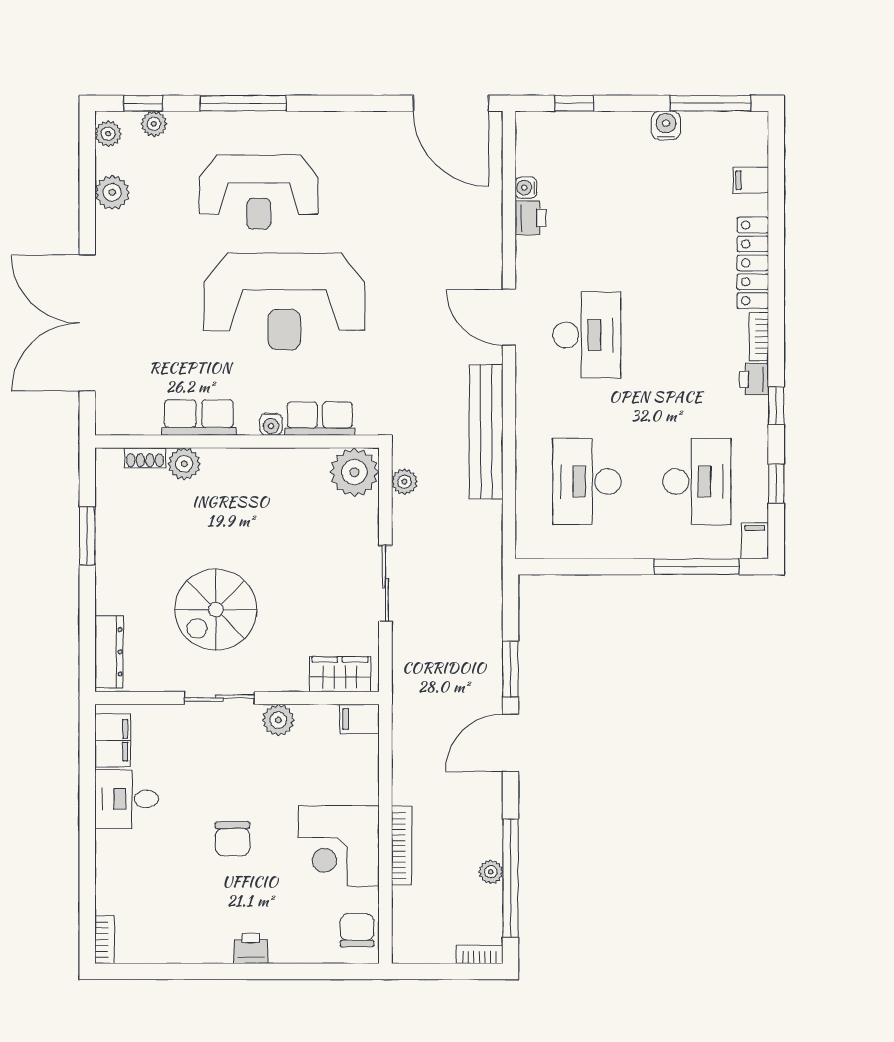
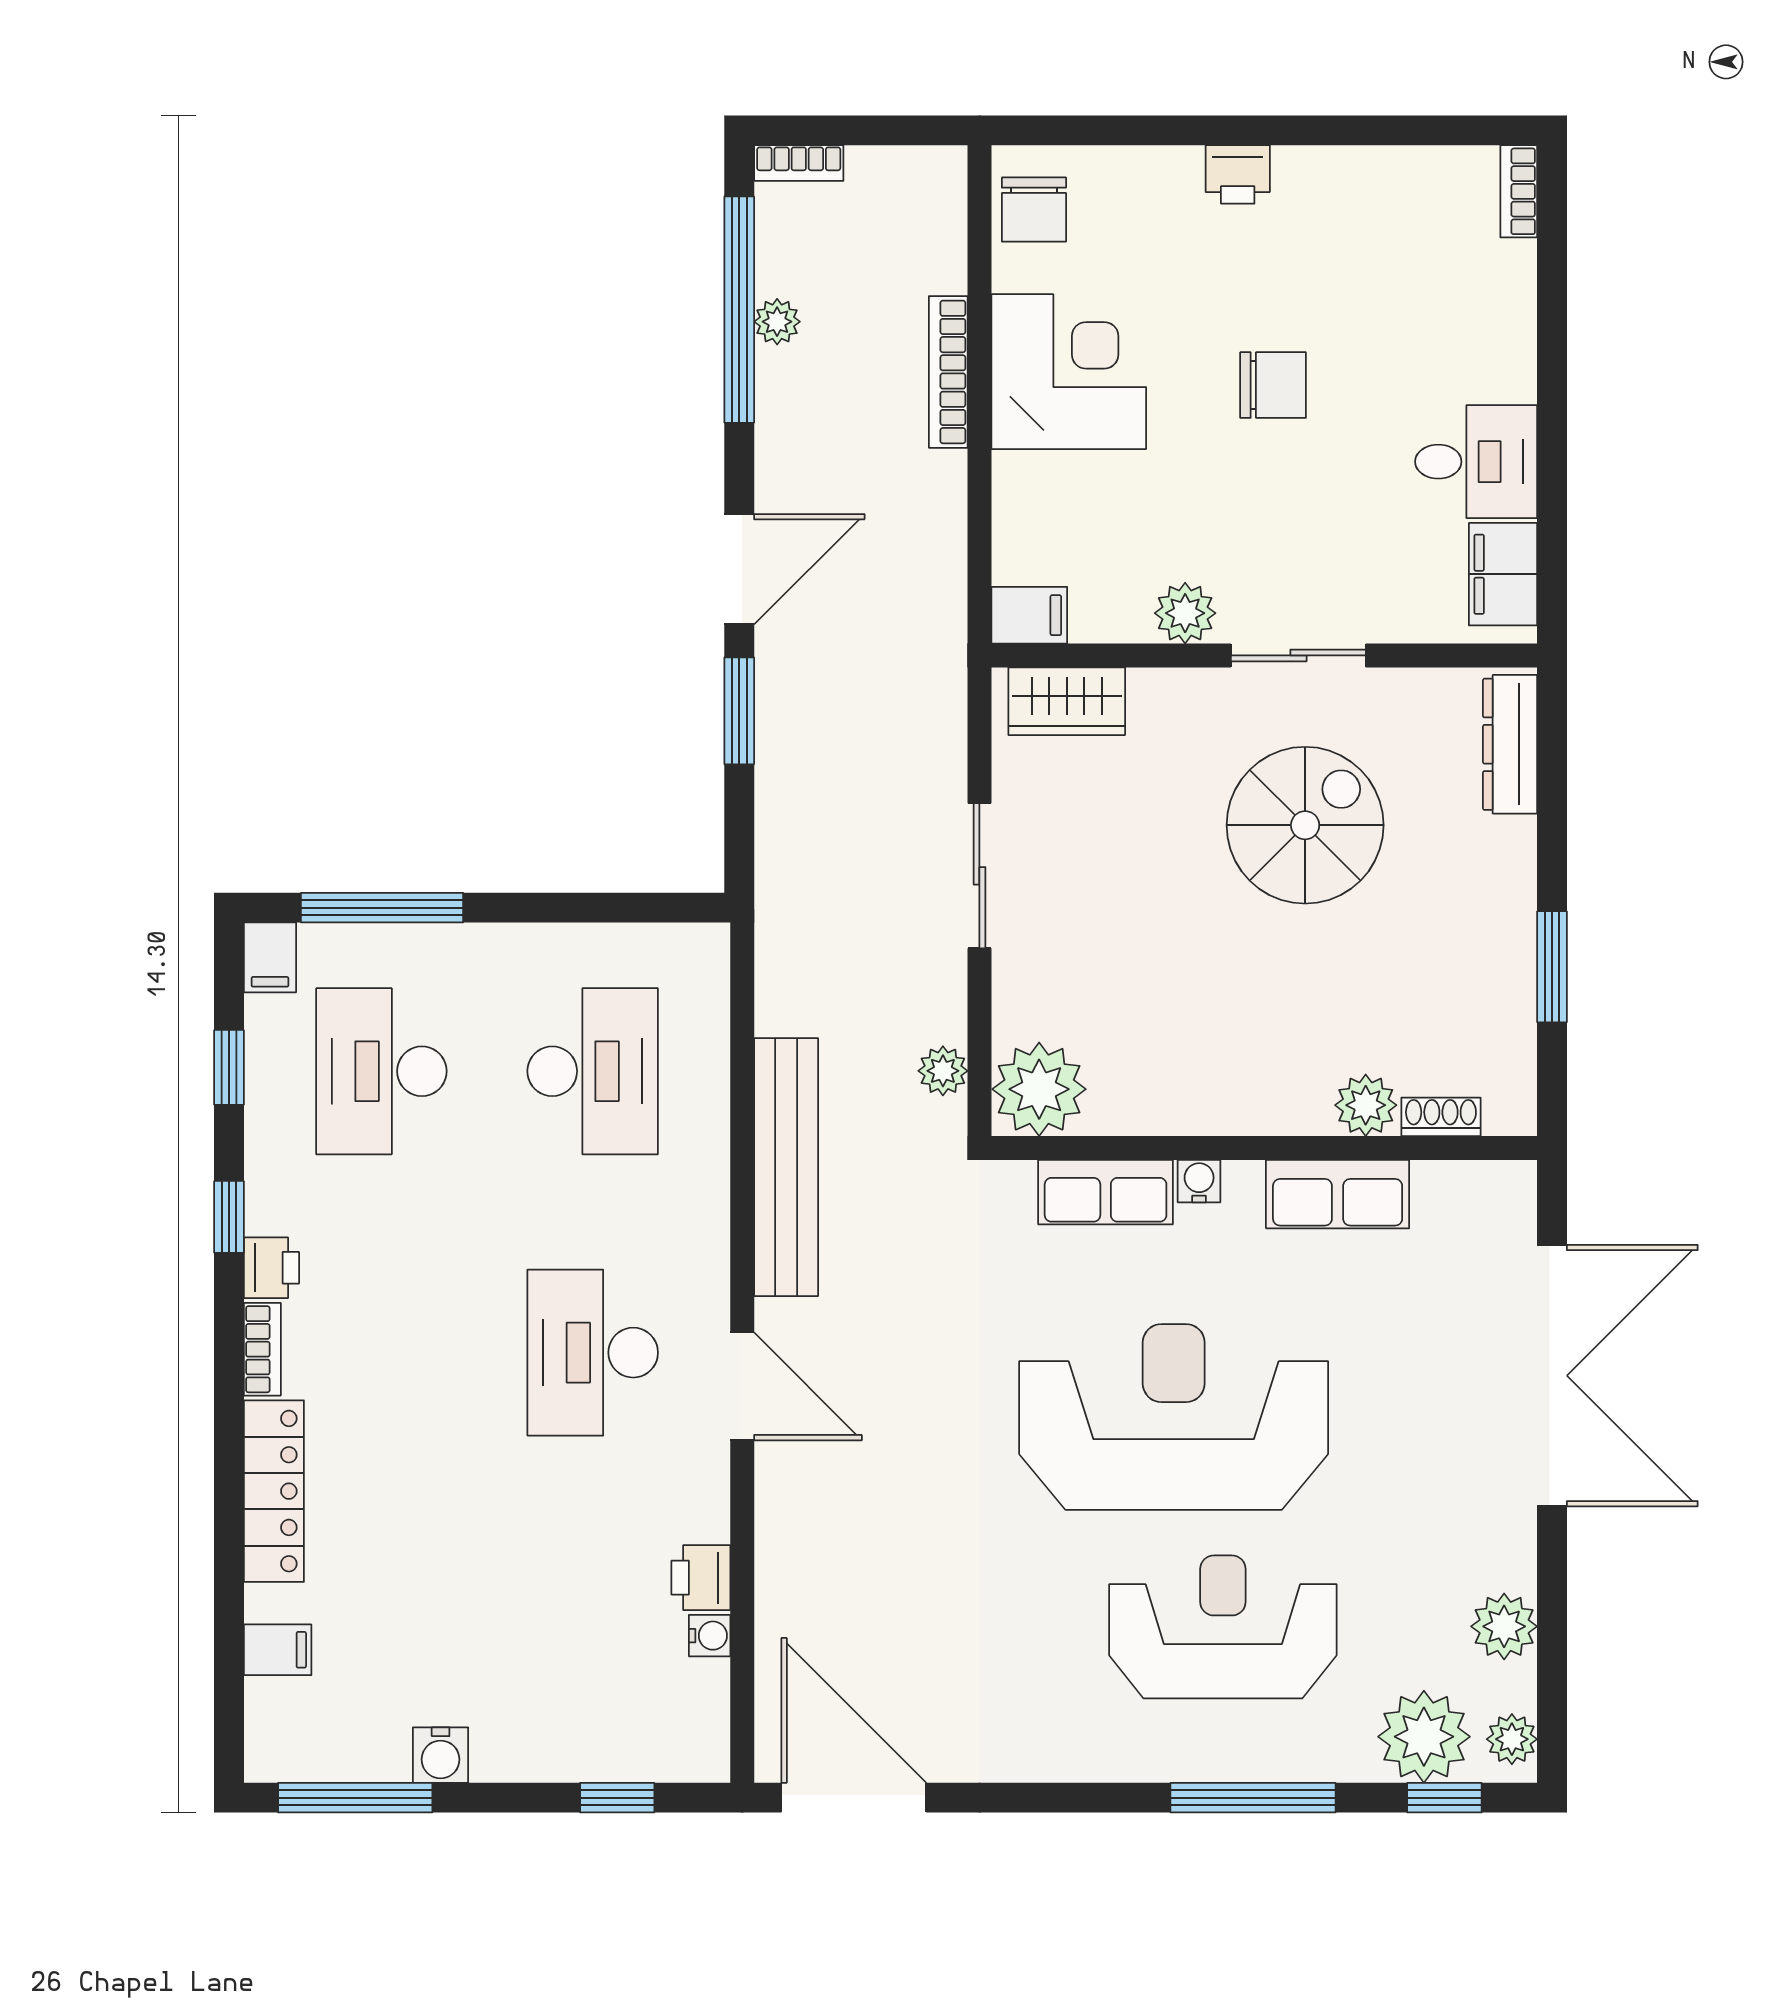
plant: (154, 124) -> (1424, 1737), width x1.88, depth x1.88
chair: (232, 839) -> (1273, 385), turned 91

